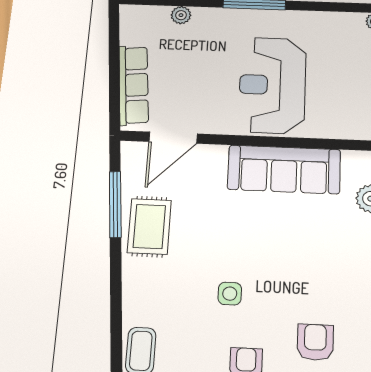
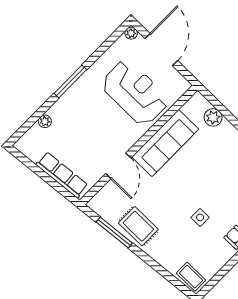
reception desk: (272, 85) -> (135, 93), moved, turned 180
door: (173, 138) -> (118, 166), moved

